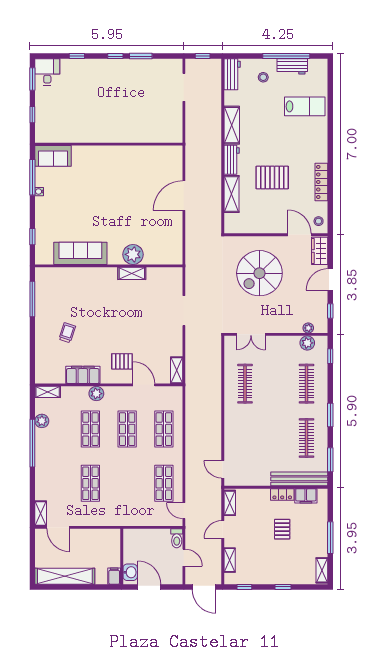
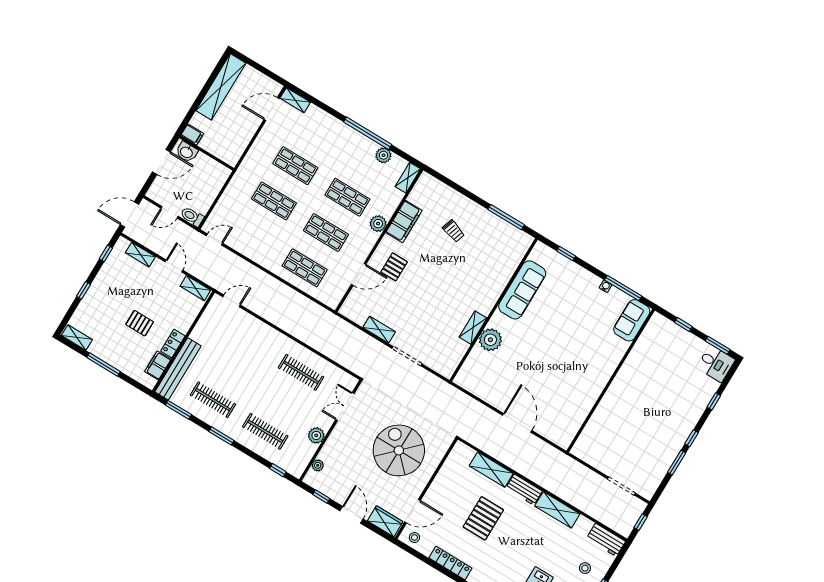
plant: (307, 343) -> (316, 435), moved
shelving: (177, 370) -> (379, 330), moved
shop shelf: (164, 483) -> (274, 201), moved

